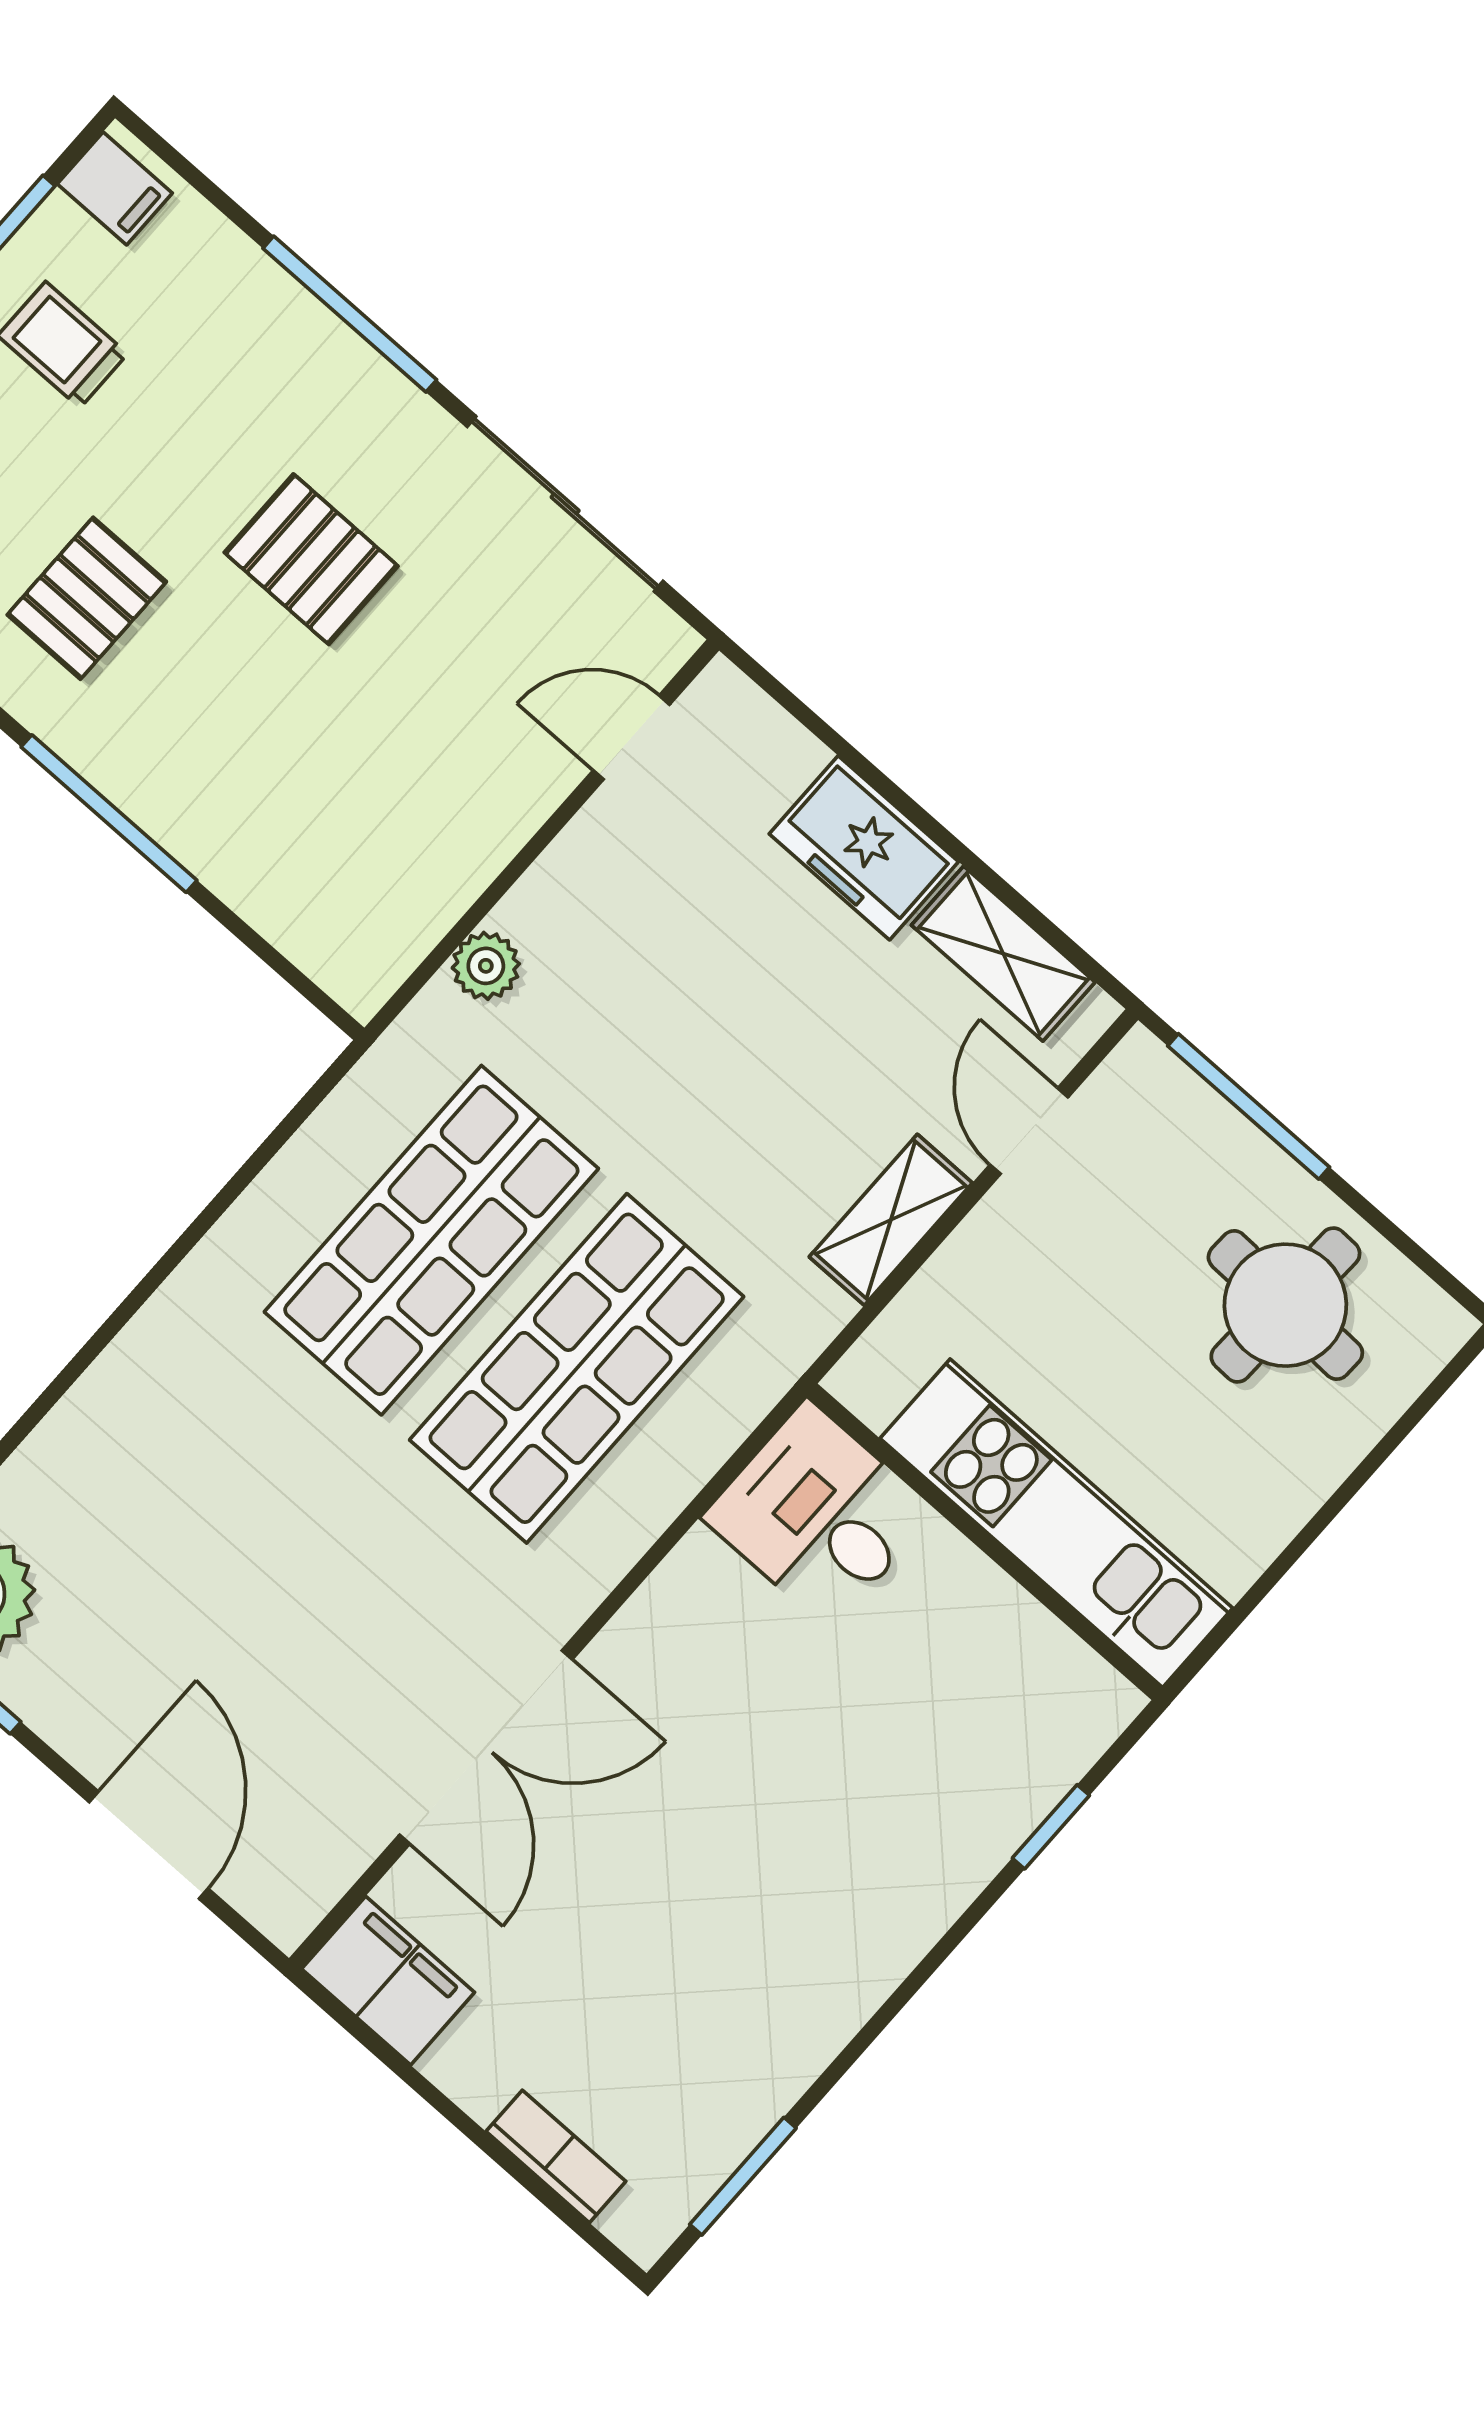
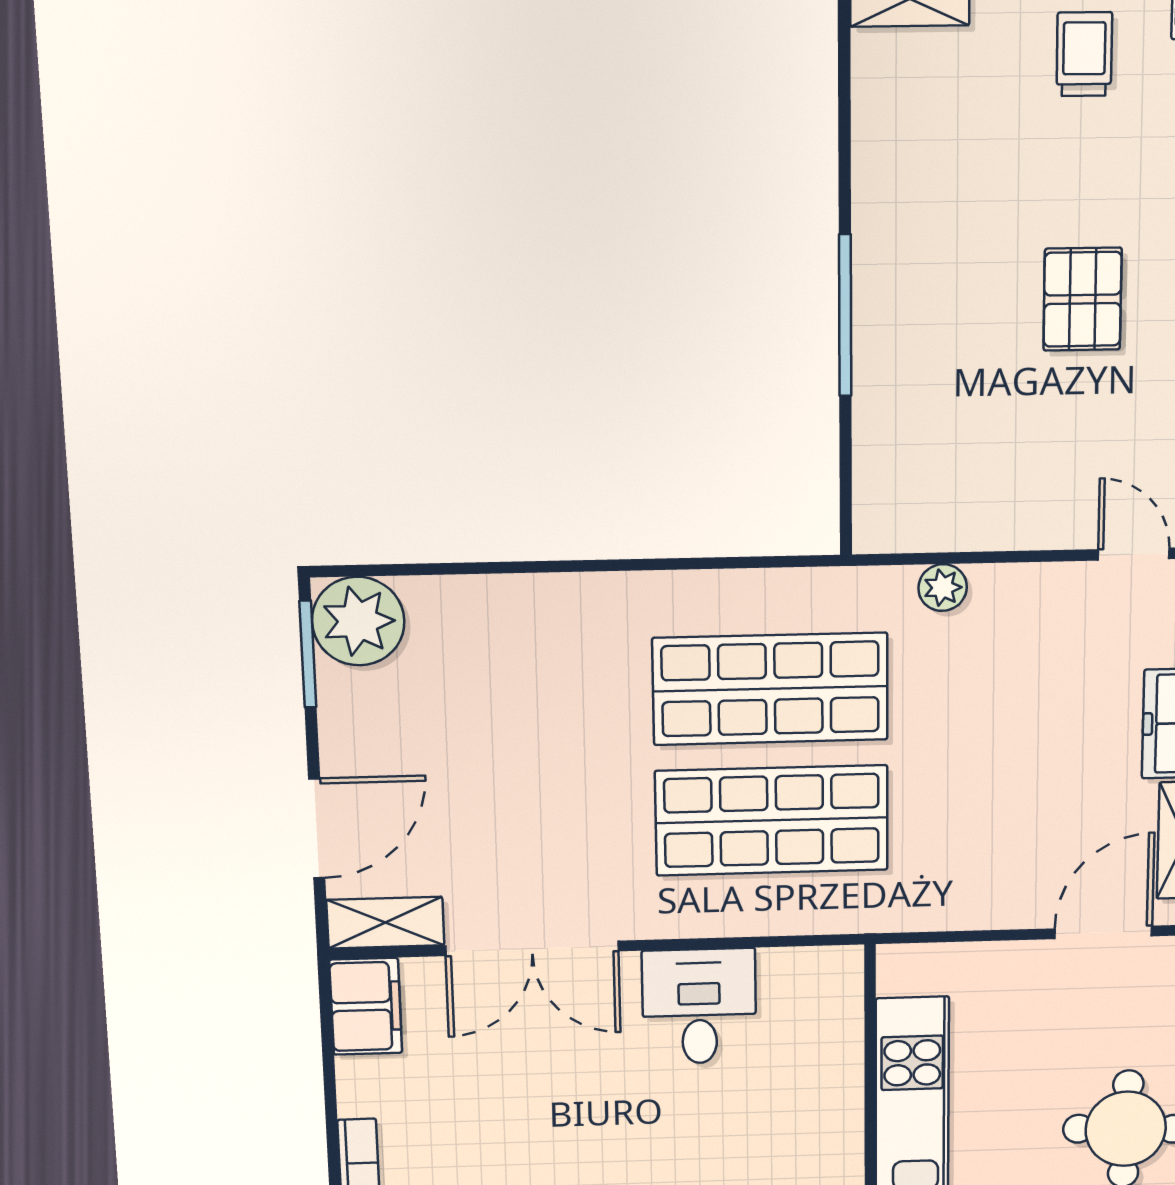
pallet: (87, 598) -> (953, 196), removed
door: (1029, 1131) -> (1103, 932), width x1.38
shelving: (891, 1220) -> (385, 923), moved
desk: (819, 1515) -> (699, 1006), moved

